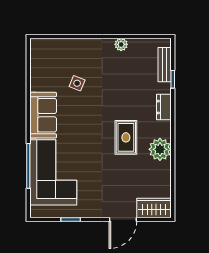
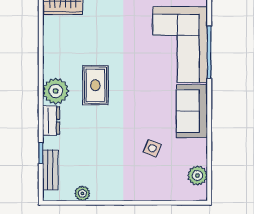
plant: (121, 44) -> (82, 193), moved
plant: (38, 60) -> (197, 176), added
plant: (160, 149) -> (56, 91), moved

